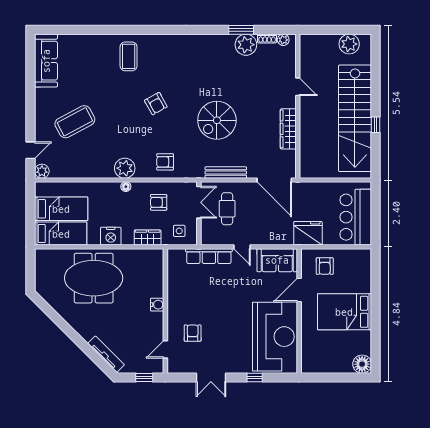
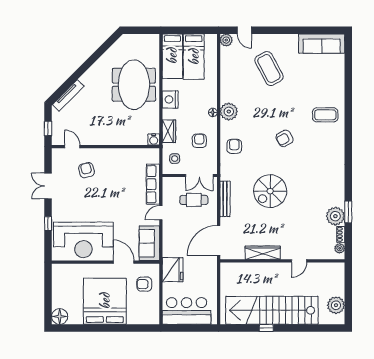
spiral stairs: (217, 120) -> (270, 191), turned -90
water cooler: (157, 305) -> (154, 140), moved
bed: (344, 312) -> (105, 301), width x1.36
armchair: (193, 333) -> (86, 170), turned -105

